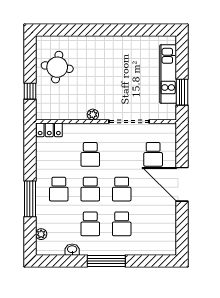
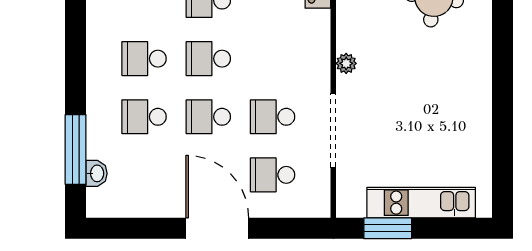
school desk: (90, 154) -> (273, 117), moved
door: (182, 184) -> (217, 228), hinge flipped
washbasin: (72, 250) -> (96, 173), moved
window: (106, 261) -> (76, 150), moved

